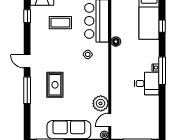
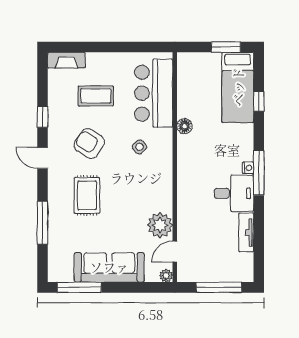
window: (27, 16) -> (43, 117), moved
armchair: (56, 52) -> (89, 144), added
window: (27, 90) -> (43, 223), moved
tv unit: (154, 108) -> (246, 232), added

